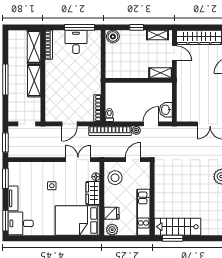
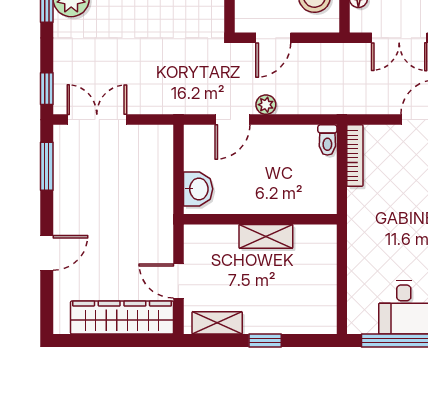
boiler: (113, 37) -> (319, 320), removed
shelving: (160, 73) -> (266, 236), moved
washbasin: (166, 110) -> (198, 189), moved
bookcase: (110, 131) -> (326, 103), removed

